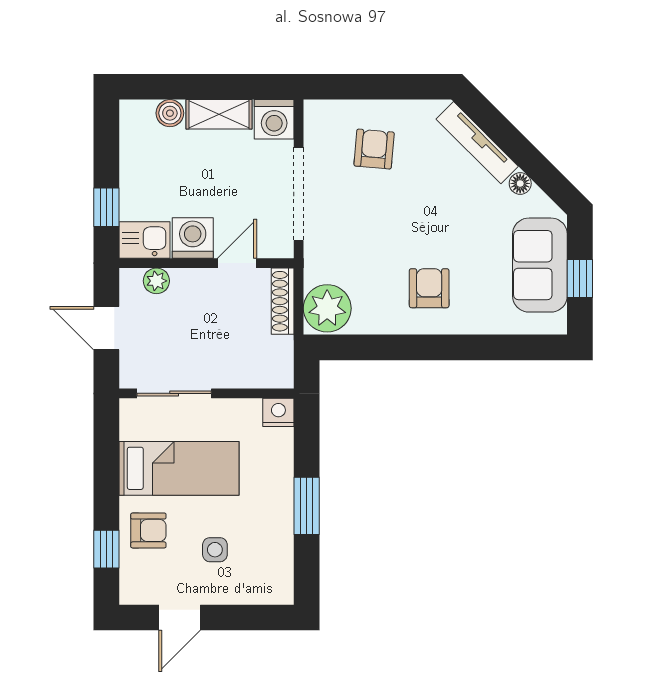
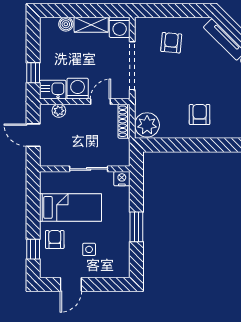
sliding door: (174, 393) -> (89, 169), moved
armchair: (148, 530) -> (55, 239), turned -90

